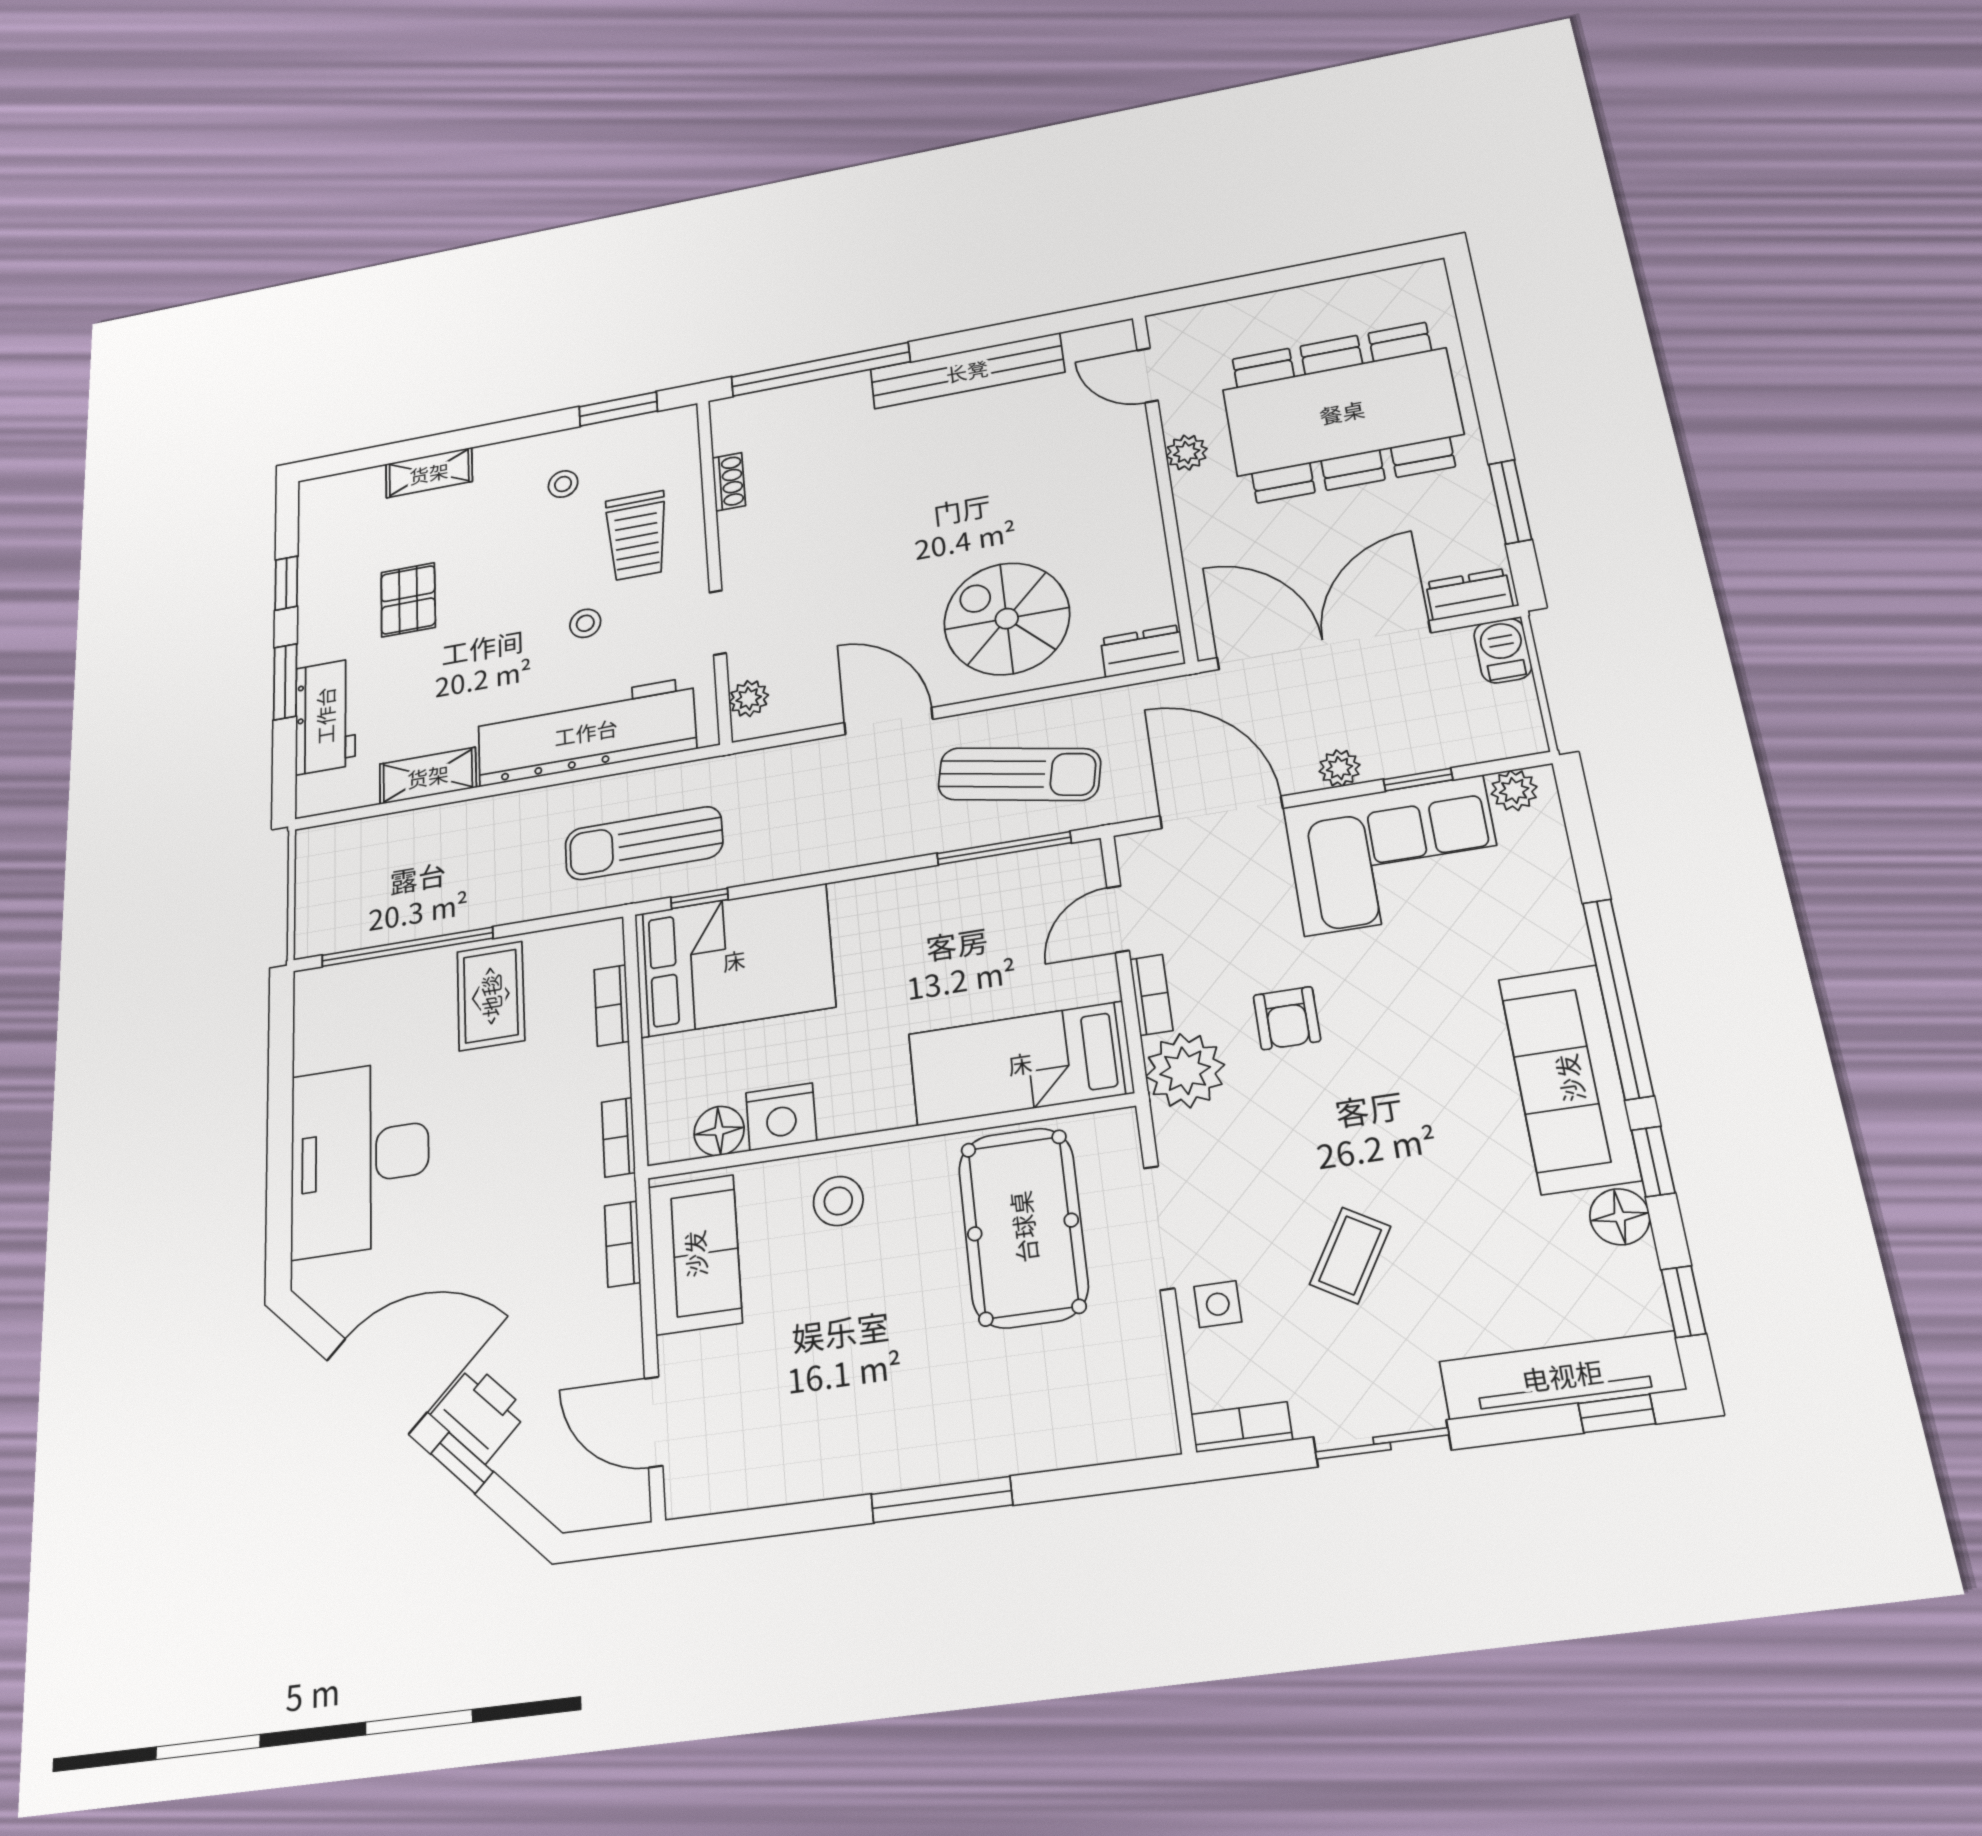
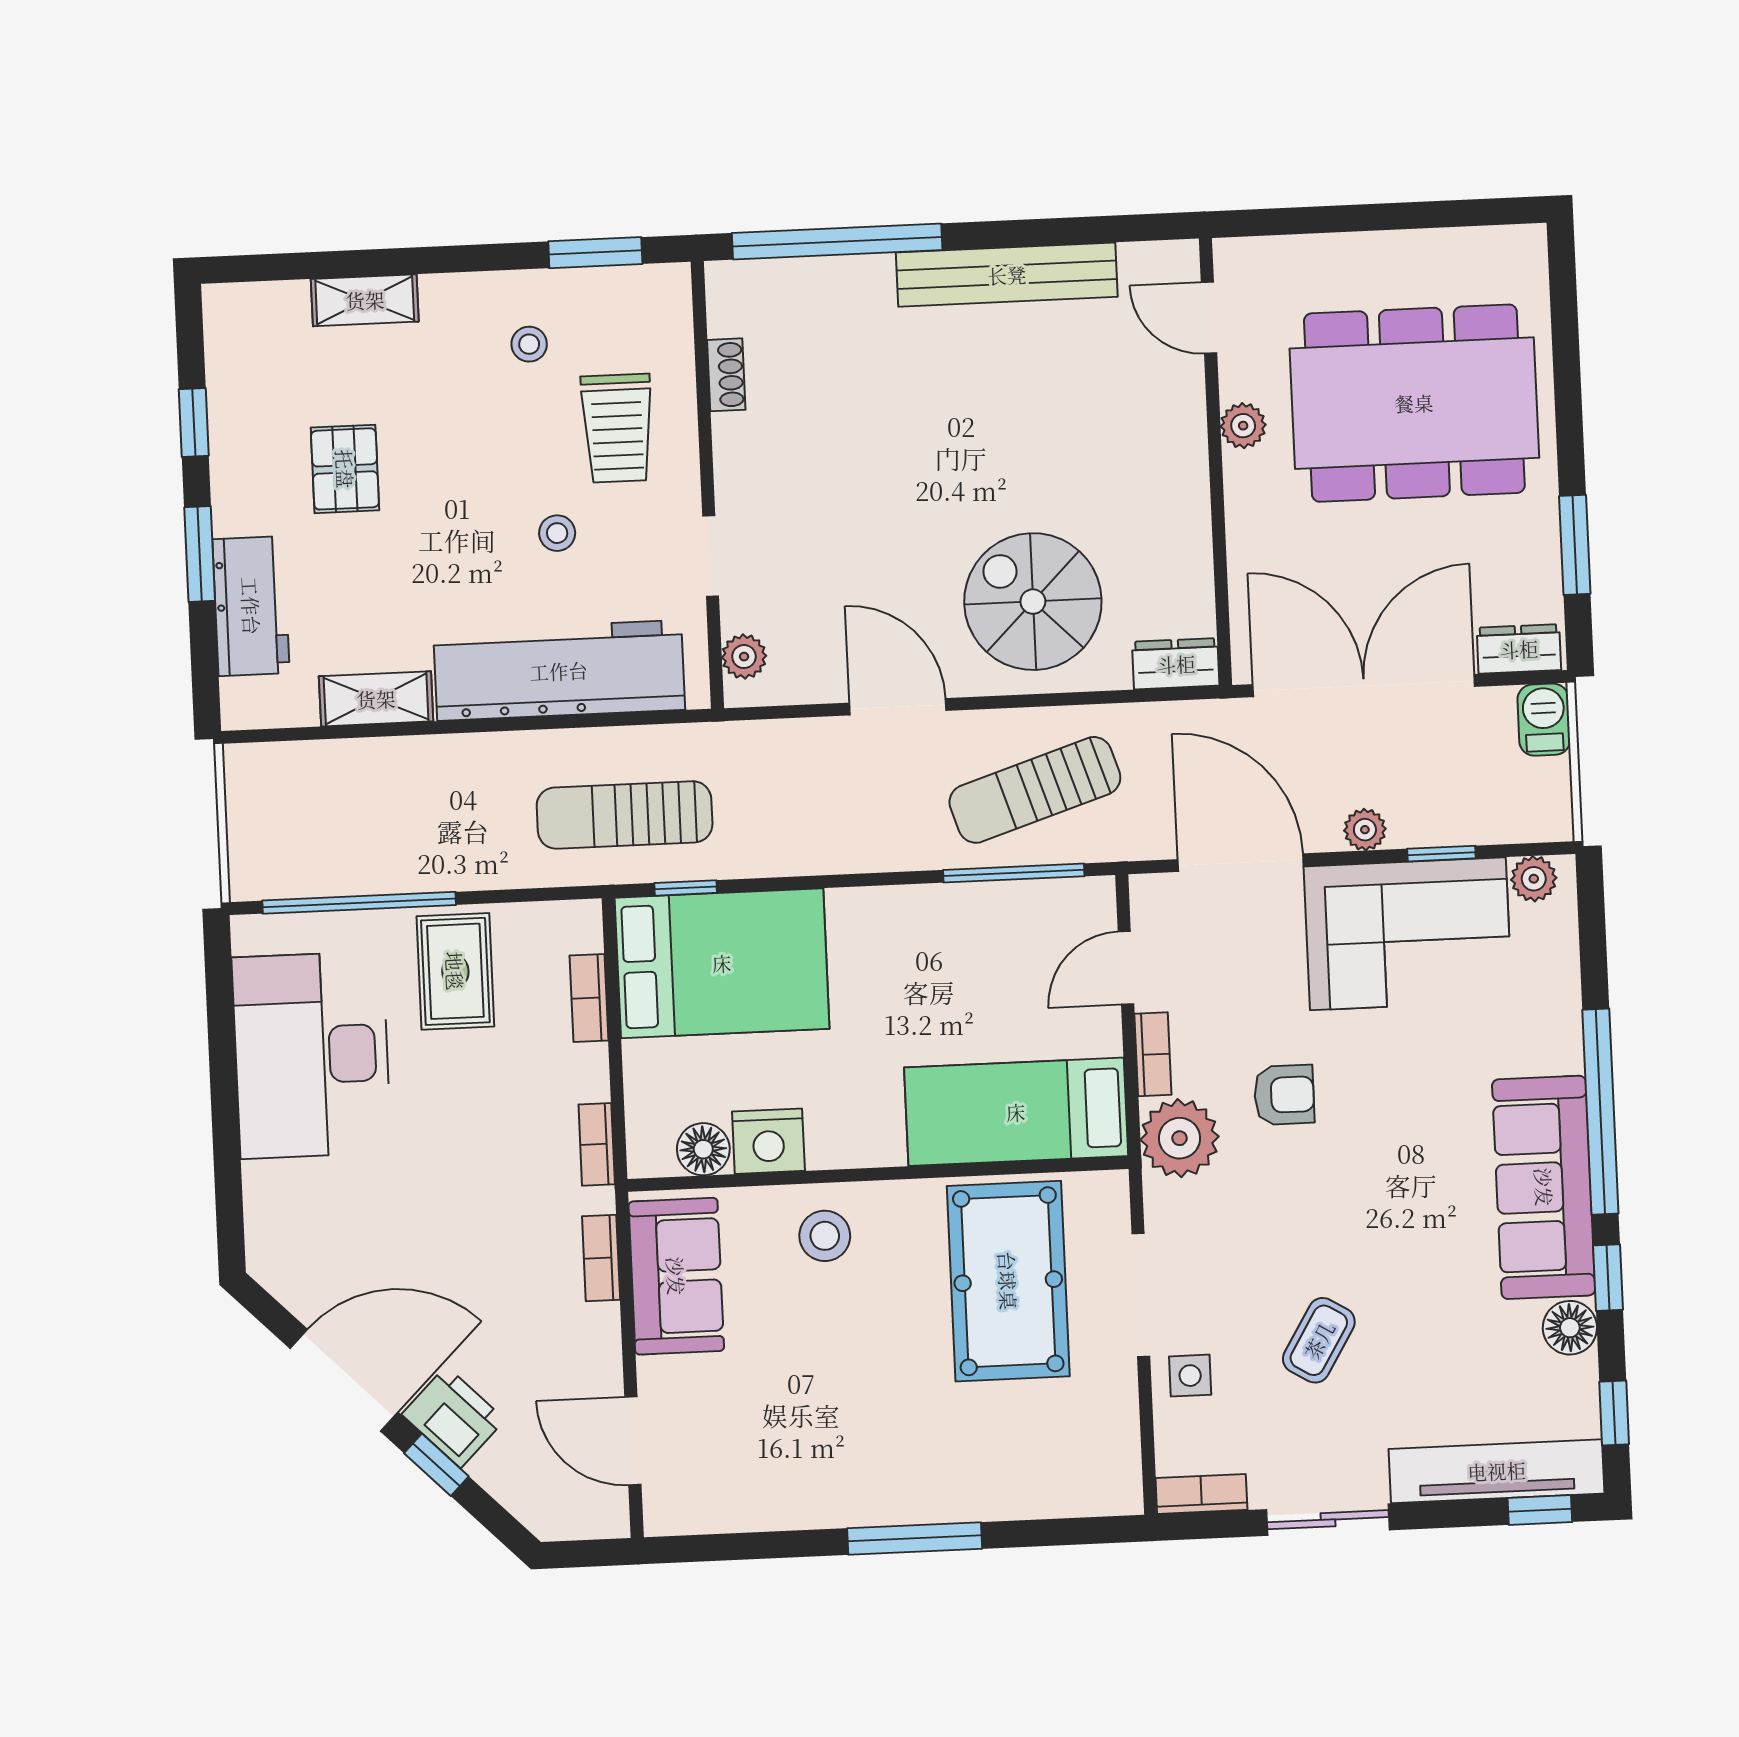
sun lounger: (1019, 774) -> (1035, 790), turned 151
armchair: (1287, 1018) -> (1284, 1095), turned -90
desk: (360, 1157) -> (312, 1055), moved

